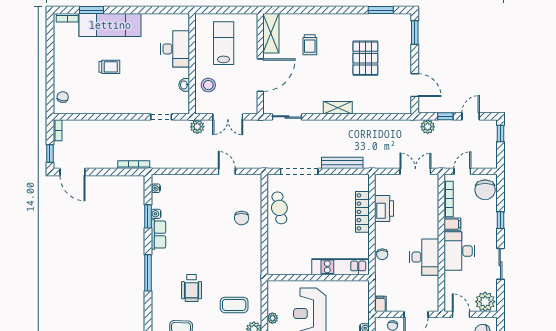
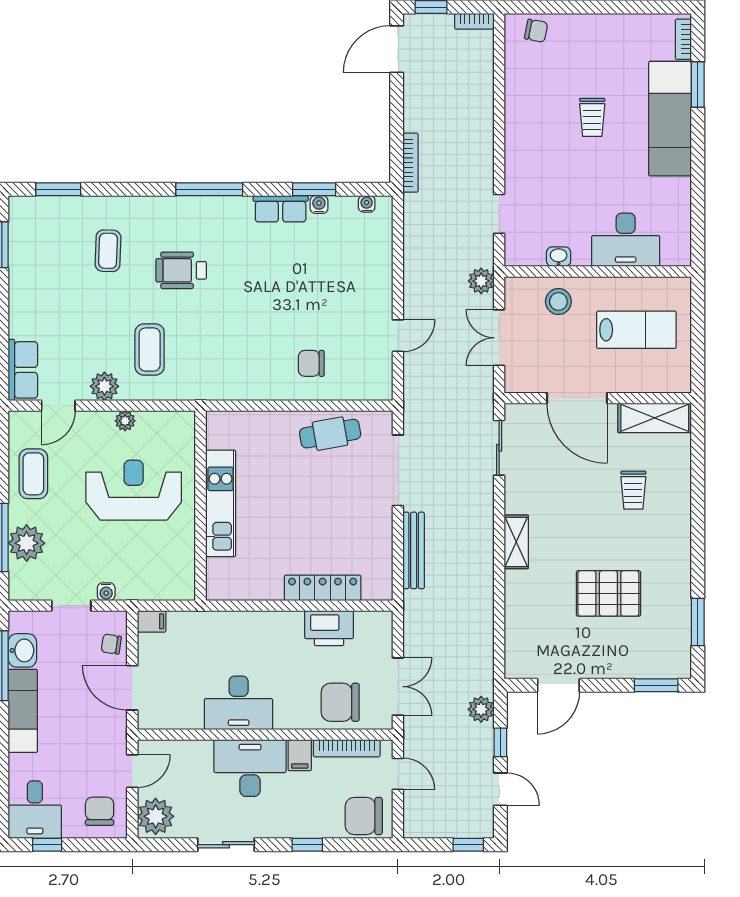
trolley: (310, 45) -> (633, 490), turned -90
chair: (382, 254) -> (340, 702), moved, width x1.87, depth x1.87
kitchen unit: (341, 267) -> (221, 503), moved

